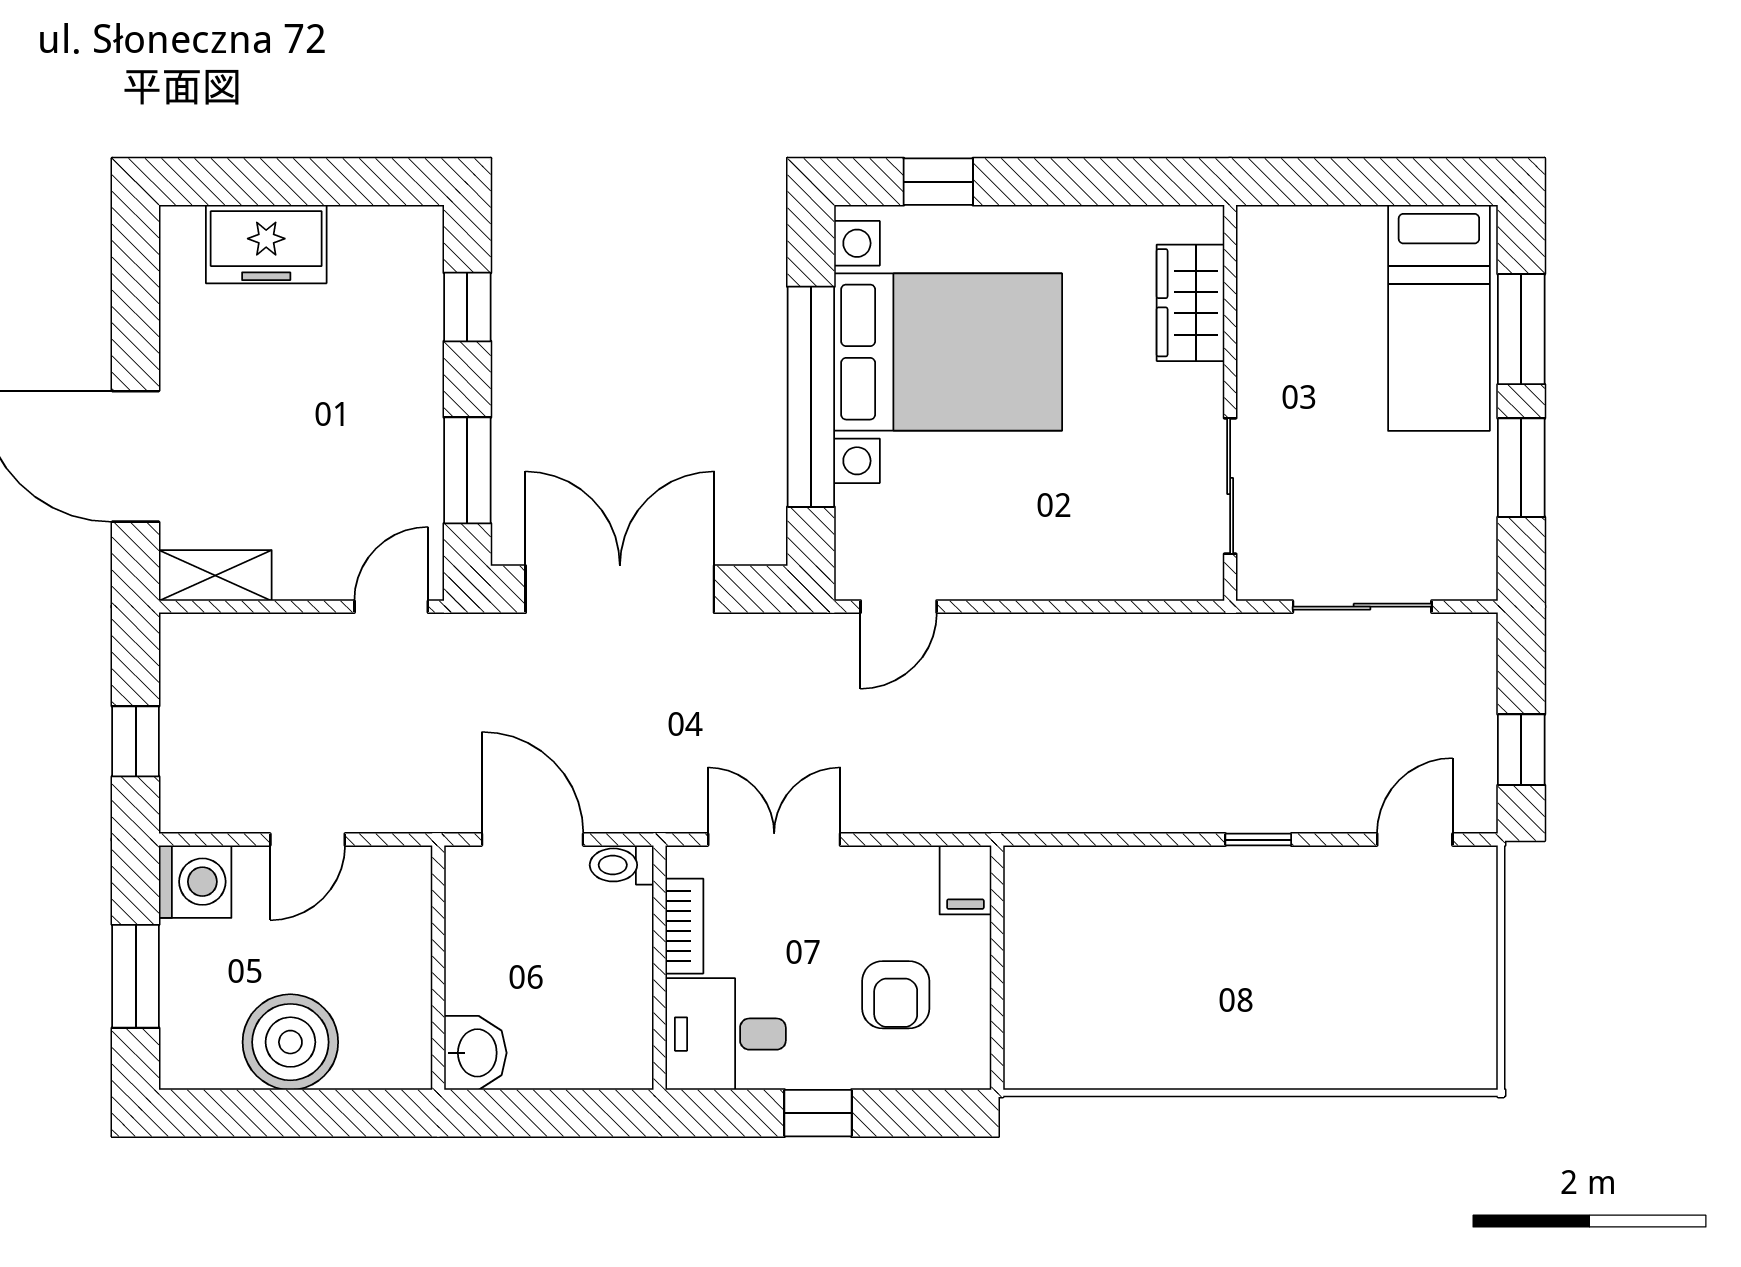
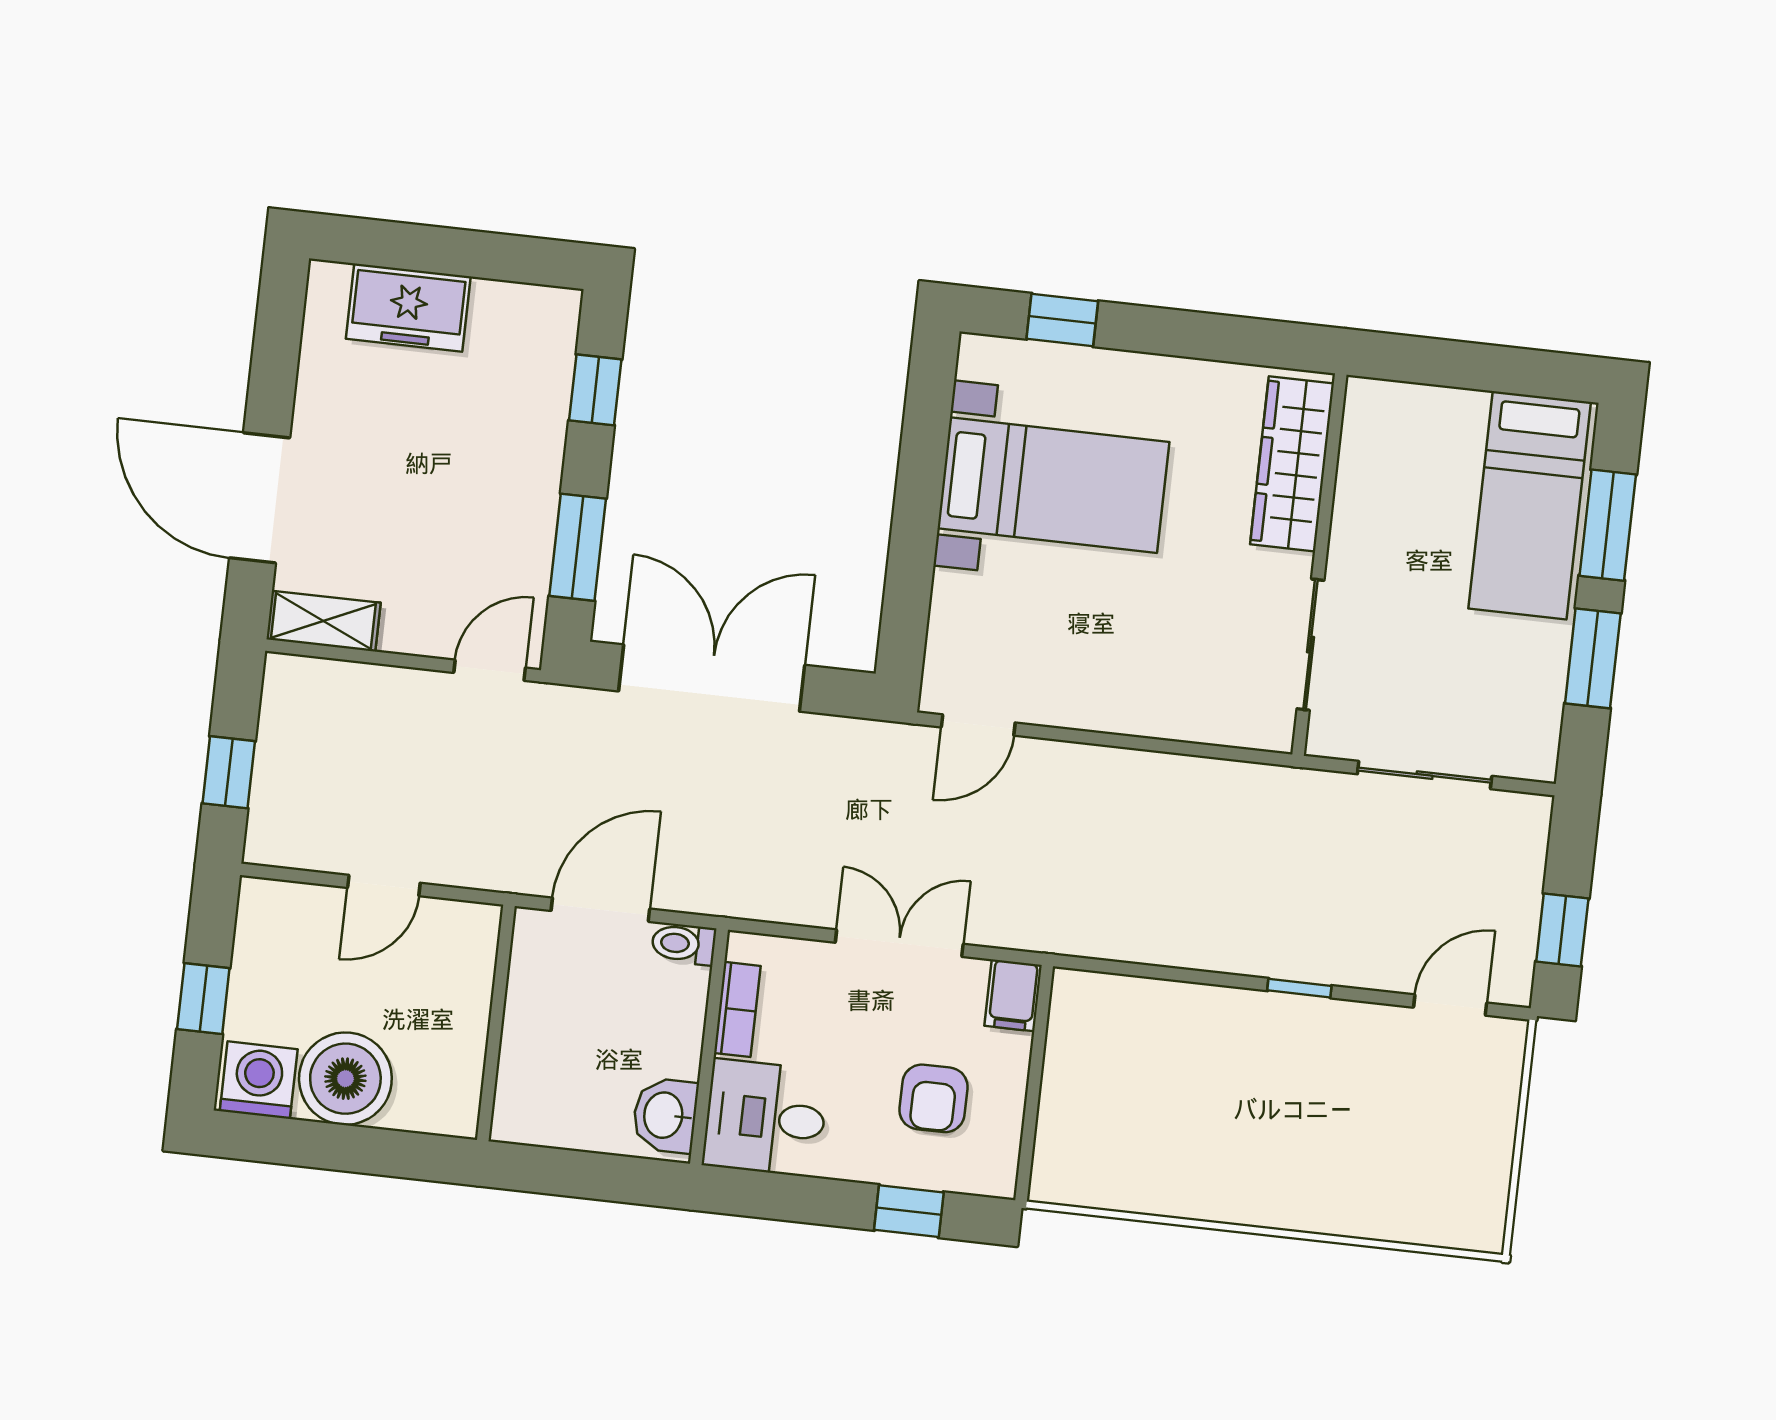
wardrobe: (1190, 303) -> (1292, 464), width x1.50
bed with nightstands: (948, 352) -> (1053, 485), width x0.73
window: (811, 397) -> (916, 513), removed
door: (533, 840) -> (600, 910), hinge flipped
double door: (774, 840) -> (899, 943), moved
washing machine: (195, 882) -> (259, 1080), moved, turned -90
window: (136, 976) -> (203, 999), width x0.67
washbasin: (475, 1053) -> (665, 1115), moved, turned 180
window: (818, 1113) -> (909, 1211), moved

